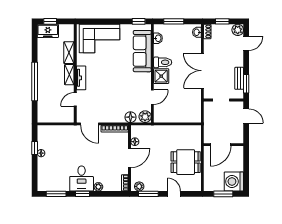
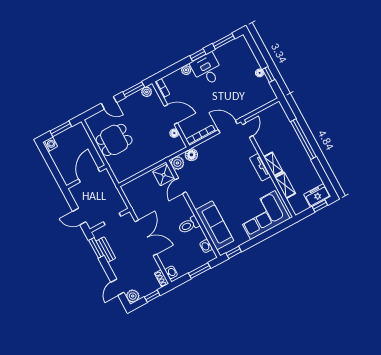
shower: (161, 76) -> (164, 175), moved
door: (75, 99) -> (248, 130), moved
door: (130, 158) -> (171, 115), swing flipped
washing machine: (234, 181) -> (50, 144), width x0.53, depth x0.53

